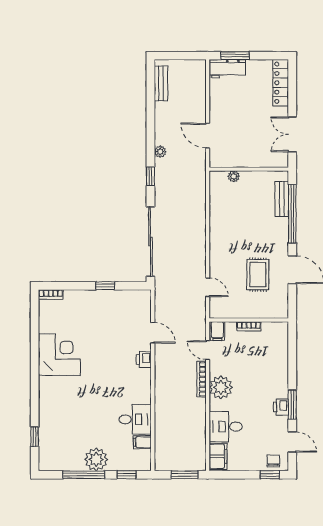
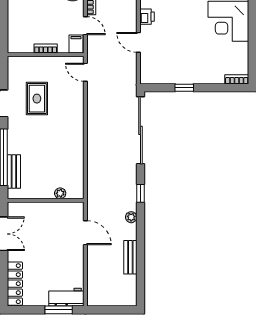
bench: (161, 84) -> (130, 257), moved
door: (208, 287) -> (85, 72), moved

